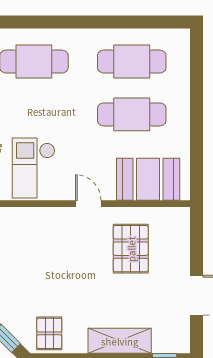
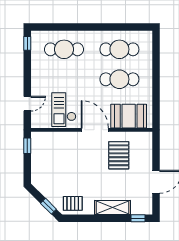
door: (88, 204) -> (95, 130), width x1.88
pallet: (49, 333) -> (73, 203), turned 90

